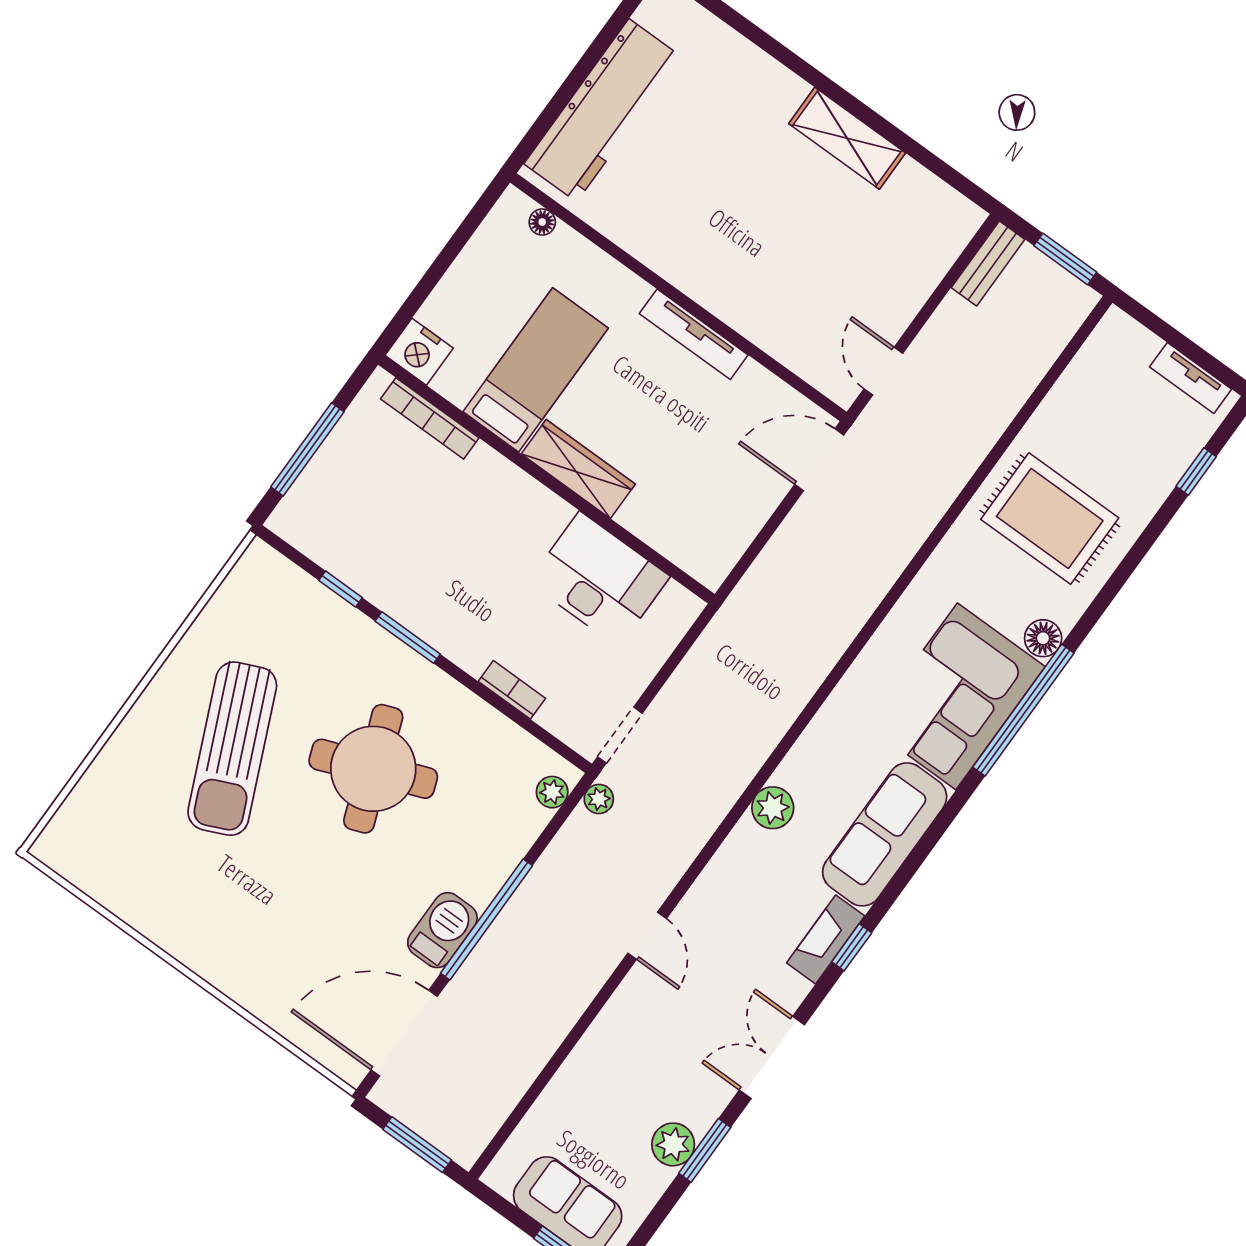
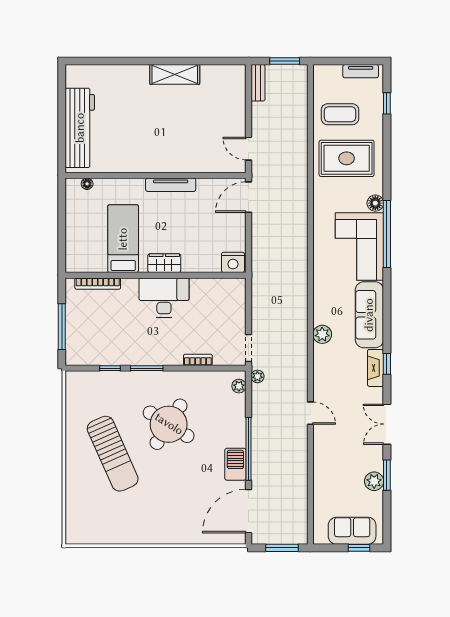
nightstand: (419, 352) -> (233, 262), moved
coffee table: (1096, 429) -> (340, 114), added
wardrobe: (578, 469) -> (164, 263), width x0.67
desk: (599, 579) -> (164, 297), moved
round table: (373, 769) -> (169, 424), turned -37

